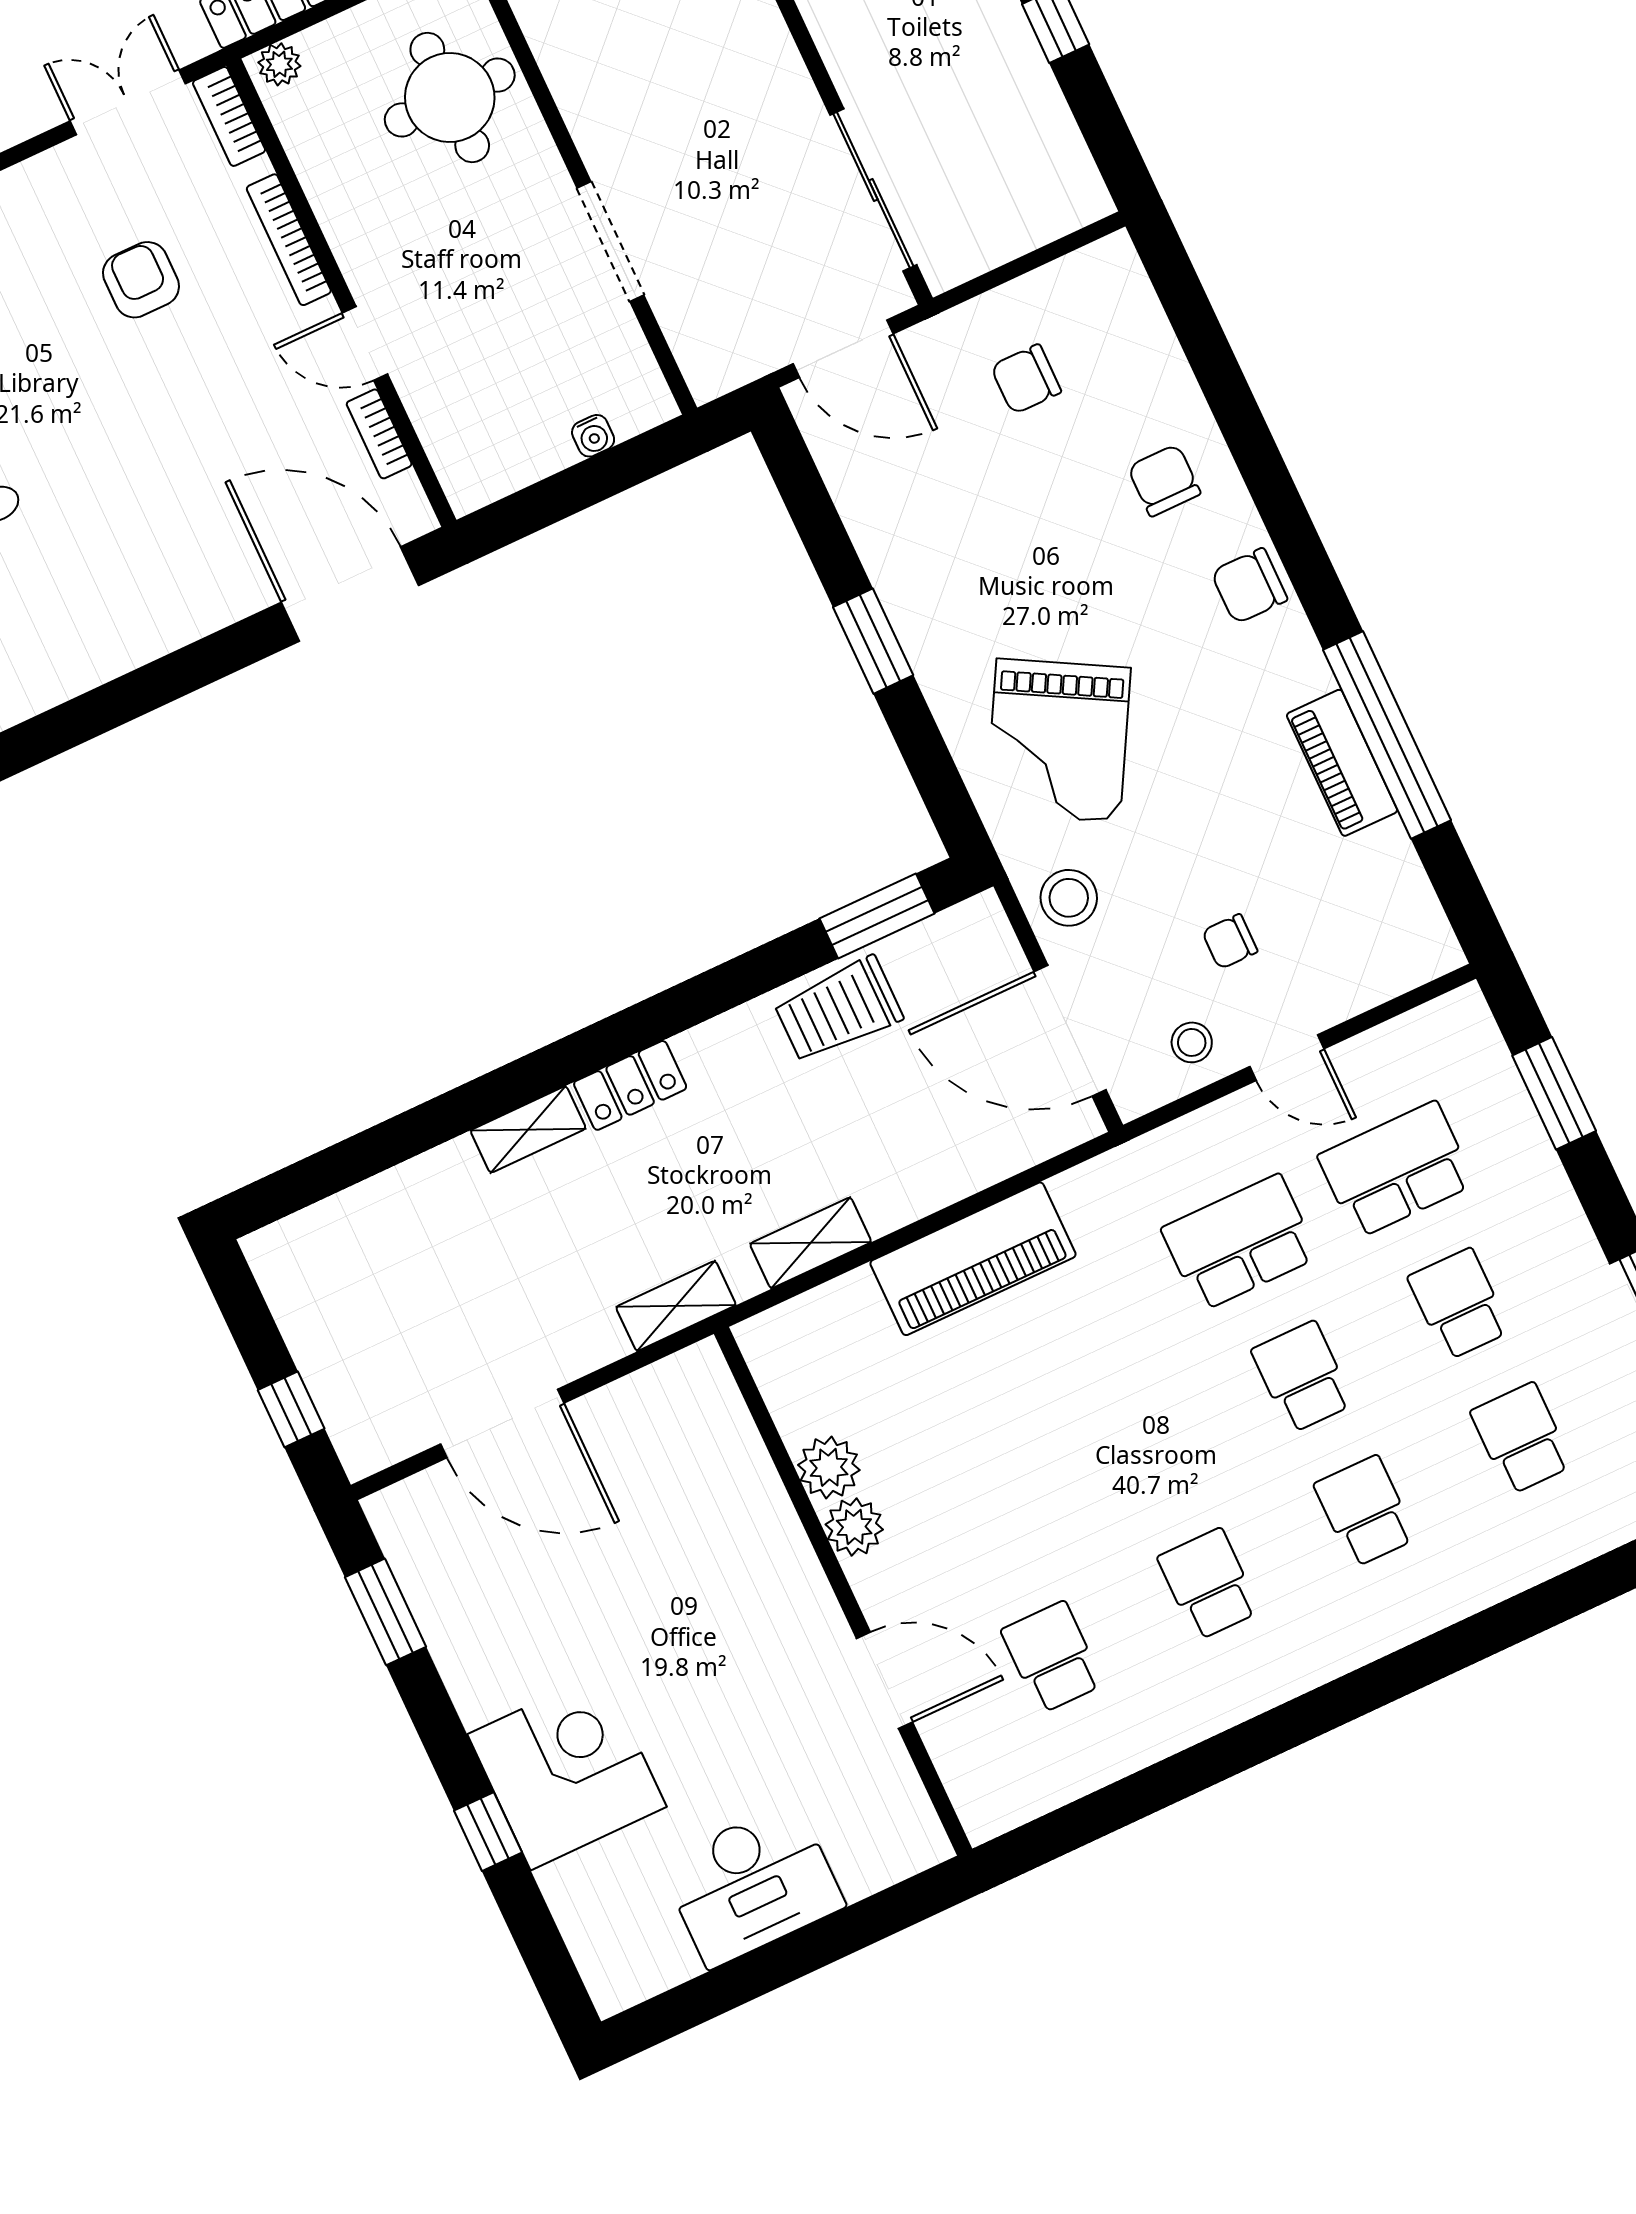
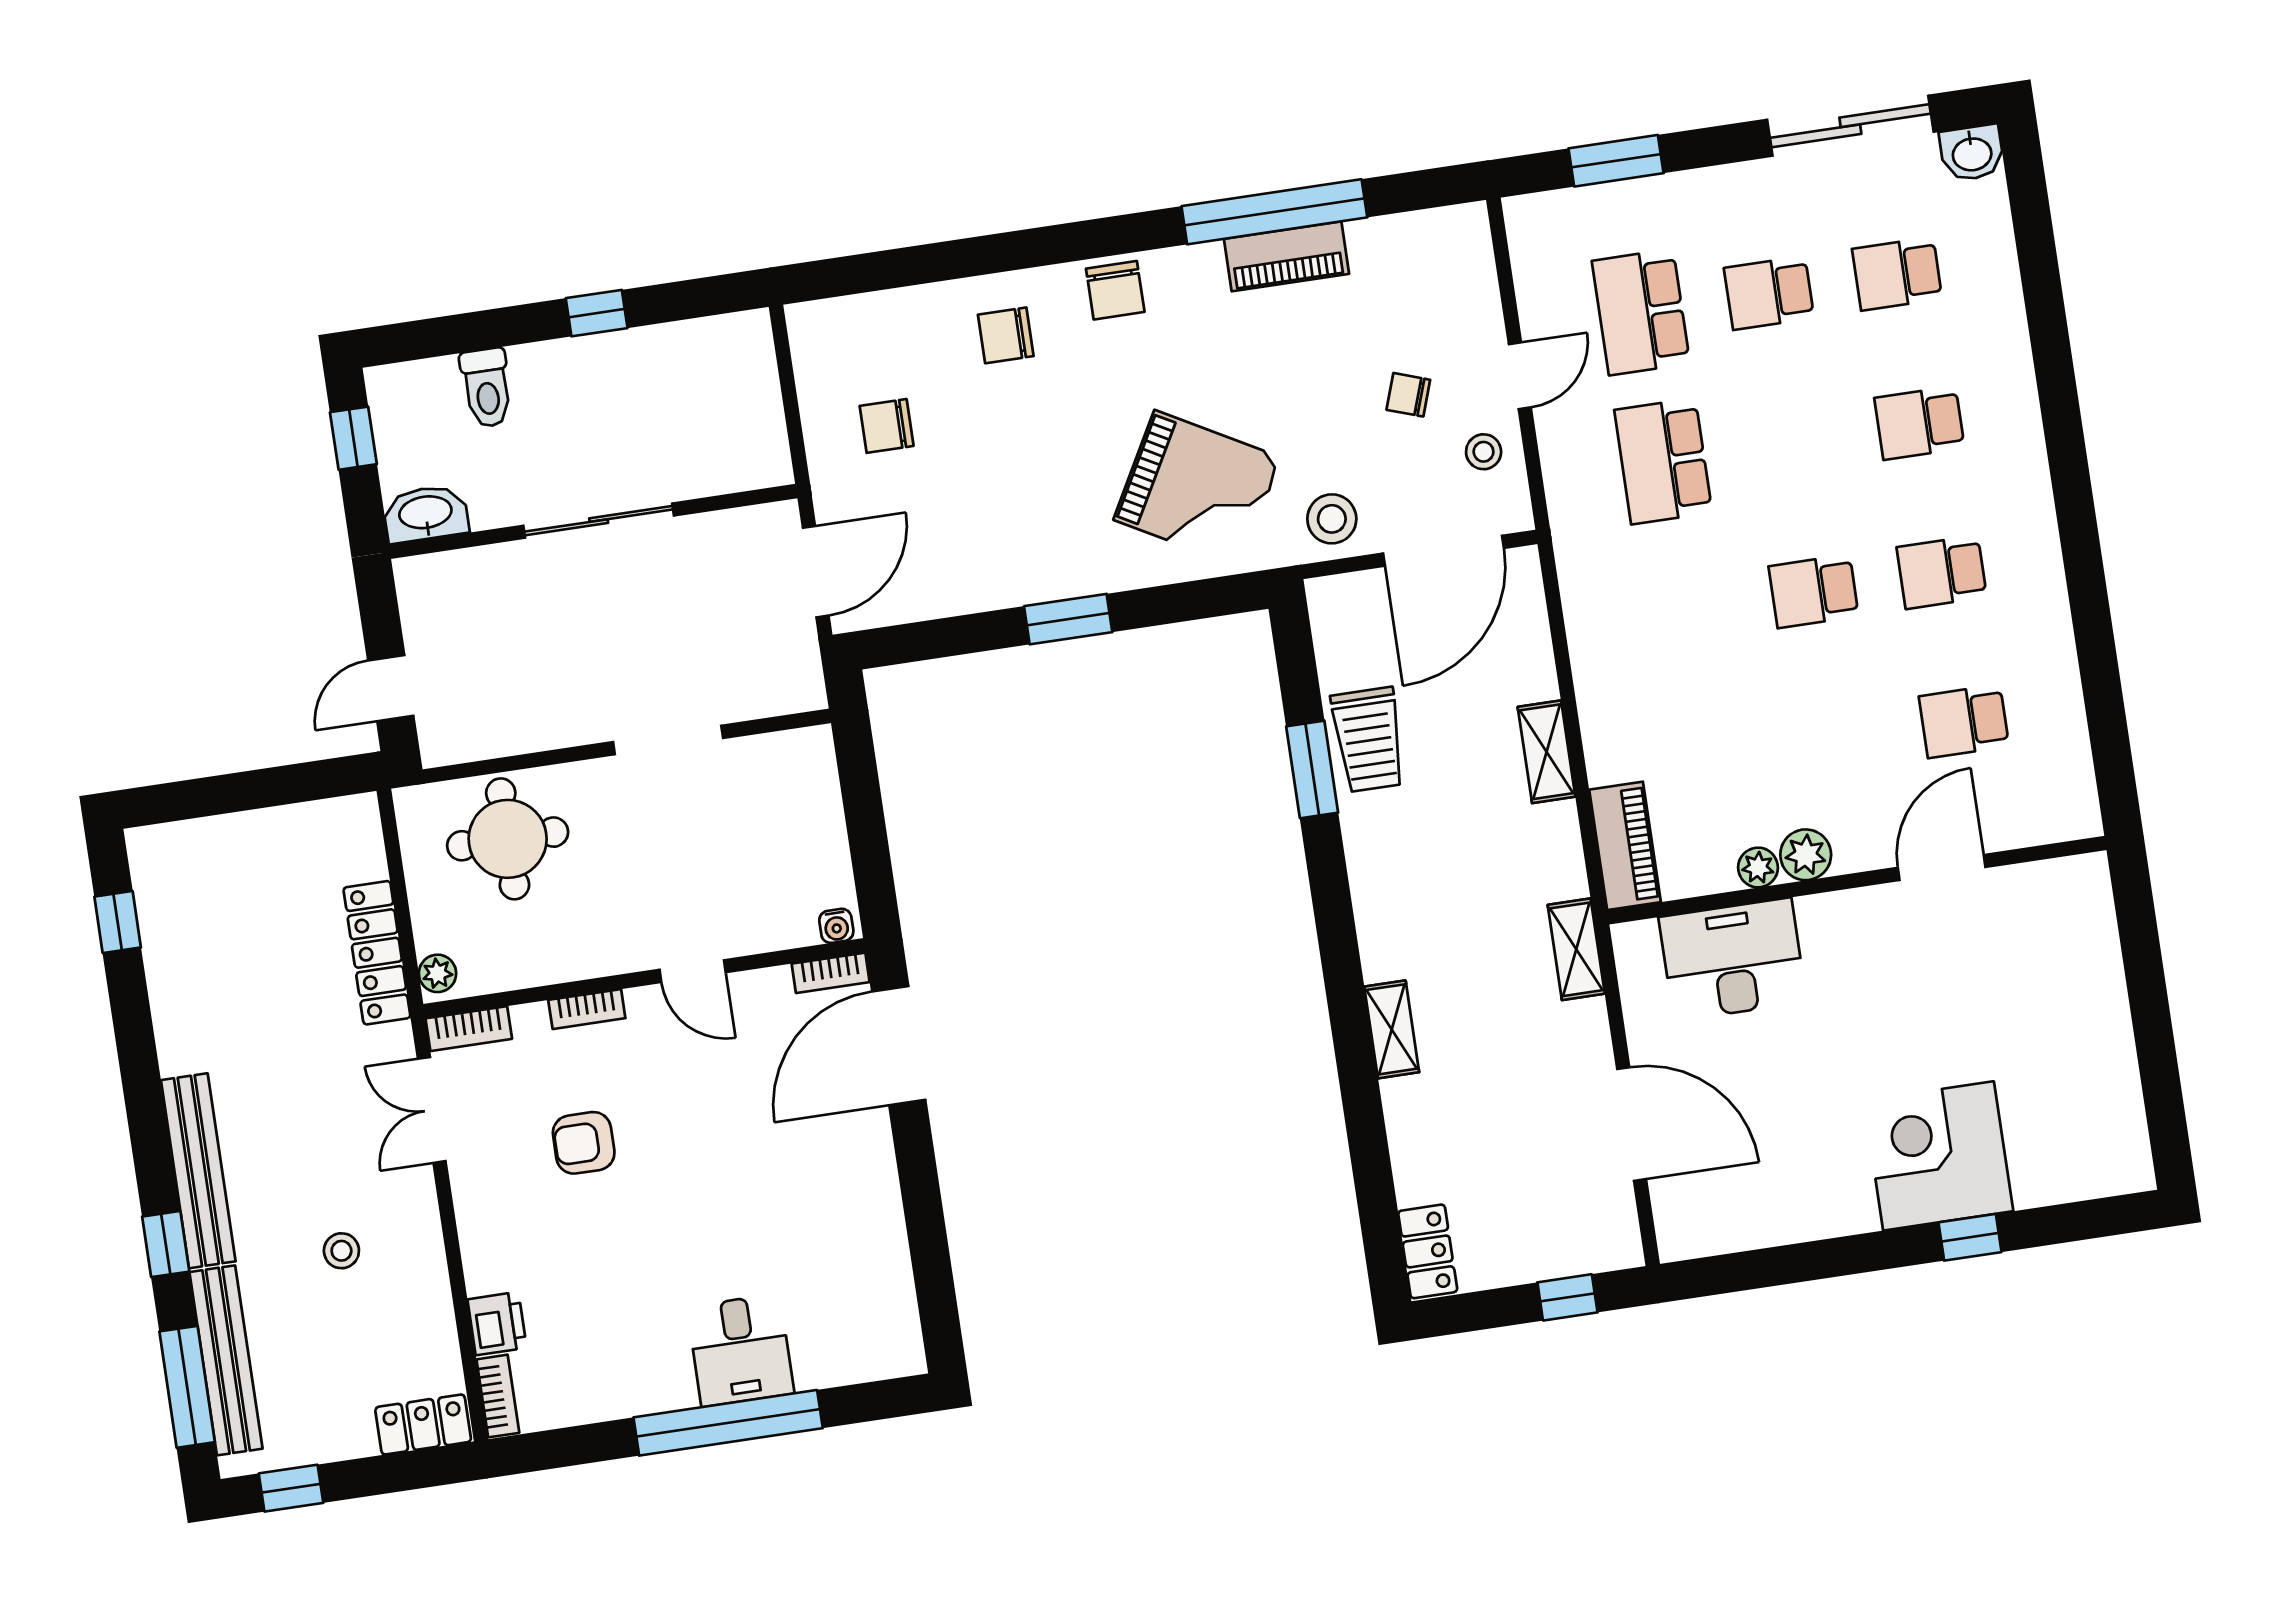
sliding door: (873, 190) -> (599, 521), moved
bookcase: (289, 240) -> (587, 1009), width x0.64
door: (365, 343) -> (693, 971), hinge flipped
chair: (1026, 379) -> (887, 426), turned 90
bookcase: (379, 434) -> (831, 973), moved
water cooler: (593, 436) -> (836, 926), moved, turned 90
window: (877, 916) -> (1312, 769), moved
chair: (1230, 941) -> (1408, 395), turned 109
locker: (630, 1085) -> (1428, 1251), moved
shelving: (811, 1243) -> (1547, 752), moved
piano: (973, 1259) -> (1625, 846), moved, width x0.73, depth x0.75
school desk: (1302, 1377) -> (1814, 591), moved
door: (502, 1424) -> (1632, 1124), hinge flipped
plant: (829, 1467) -> (1758, 868), width x0.73, depth x0.73
window: (386, 1612) -> (1761, 1269), removed
desk: (752, 1884) -> (1733, 960), moved, turned -90

